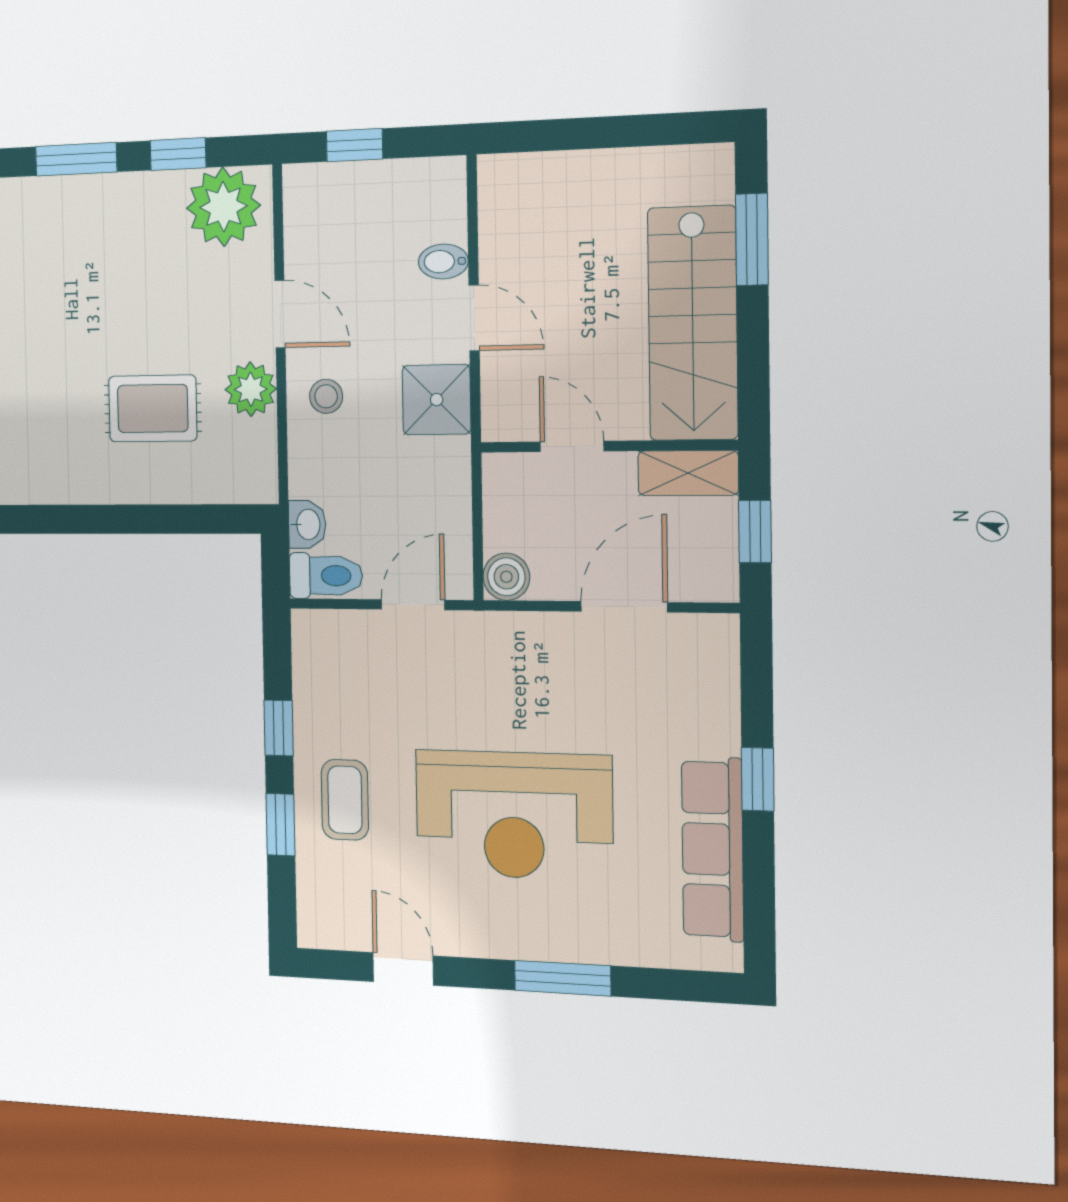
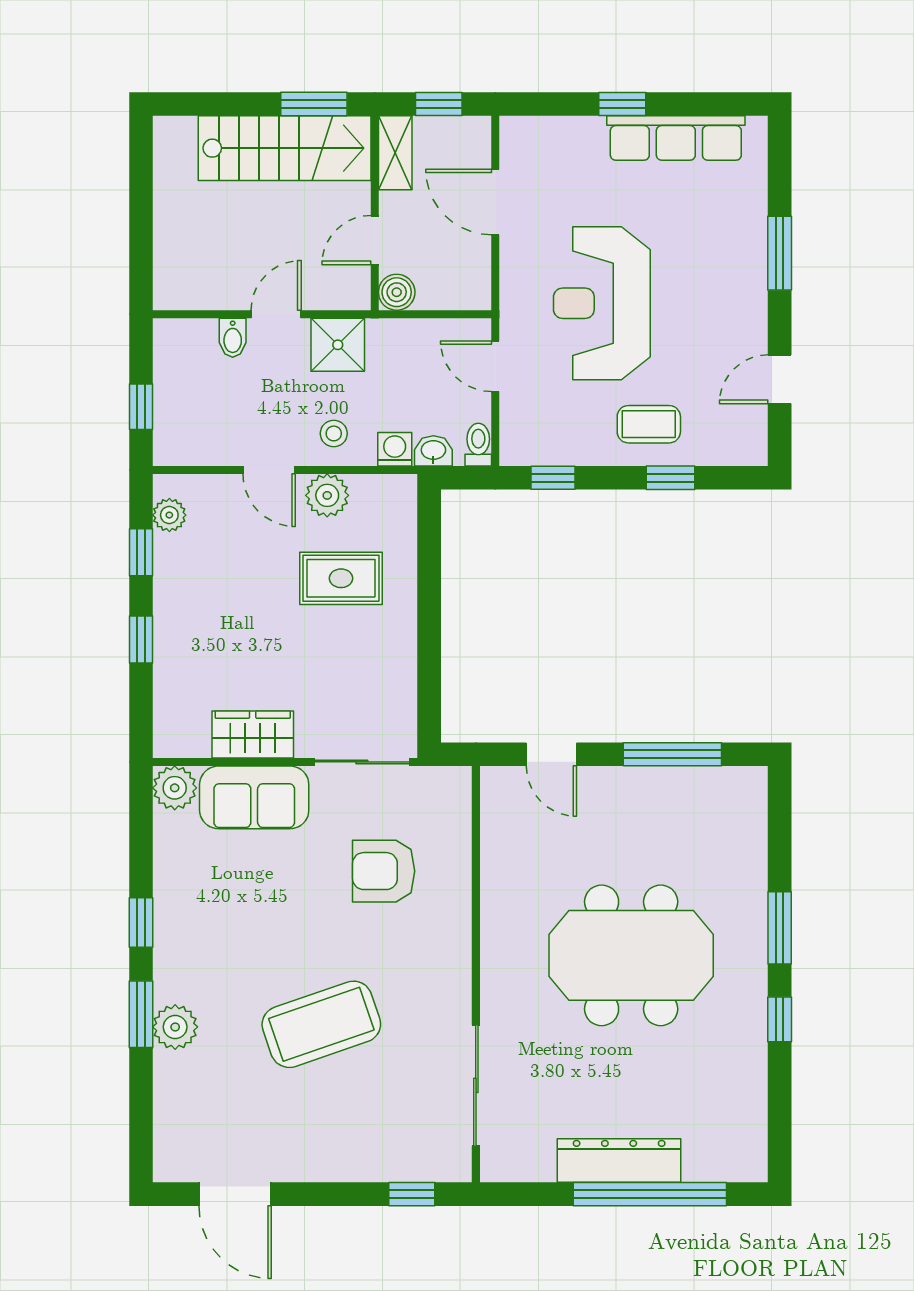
window: (76, 159) -> (141, 639), width x0.67
plant: (223, 207) -> (169, 515), width x0.53, depth x0.53
window: (752, 239) -> (314, 104), moved
door: (280, 314) -> (269, 470), swing flipped
rug: (153, 408) -> (341, 578), turned 90
washing machine: (308, 475) -> (395, 449), added
toilet: (326, 576) -> (478, 445), width x0.73, depth x0.72
boiler: (506, 577) -> (397, 292), moved
window: (279, 728) -> (553, 478), moved
reception desk: (514, 815) -> (602, 303), moved, turned 180

